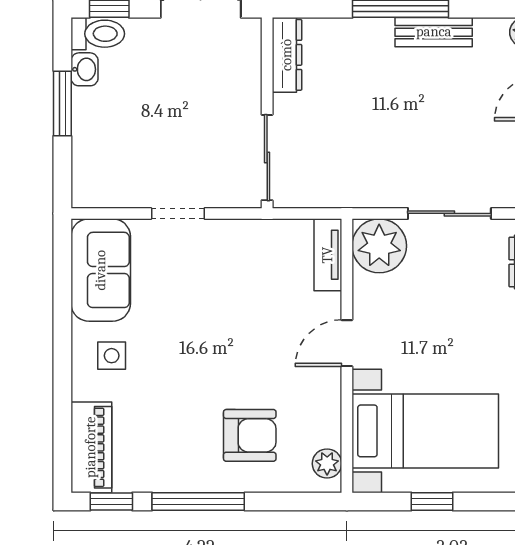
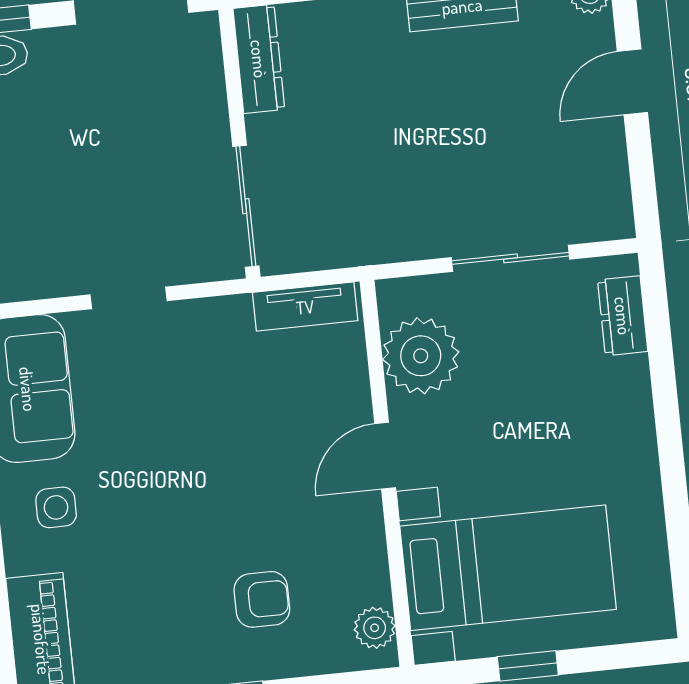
plant: (379, 246) -> (421, 356), moved
tv unit: (328, 255) -> (305, 307), moved, turned -90
armchair: (250, 435) -> (262, 599), width x0.72, depth x0.72

